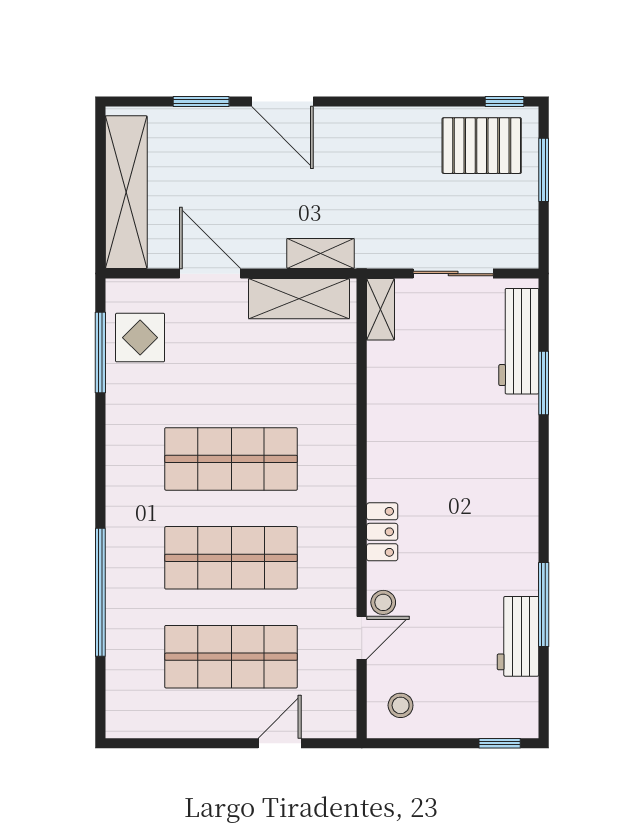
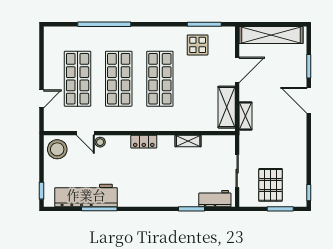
door: (282, 102) -> (309, 100), hinge flipped
pallet: (482, 146) -> (271, 185), moved
shelving: (381, 309) -> (188, 141), moved
display table: (140, 338) -> (198, 45), moved
workbench: (519, 341) -> (215, 199), width x0.73
locker: (382, 532) -> (144, 142), moved
workbench: (518, 636) -> (86, 195), width x1.87, depth x1.32
stool: (401, 705) -> (57, 149), width x1.89, depth x1.89
door: (280, 743) -> (41, 99), hinge flipped

